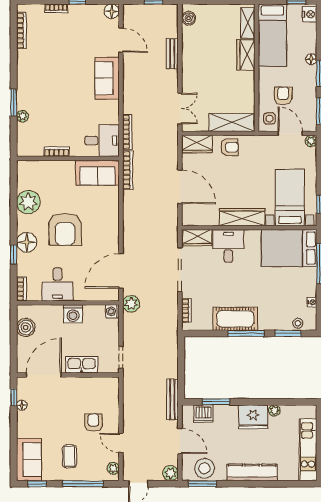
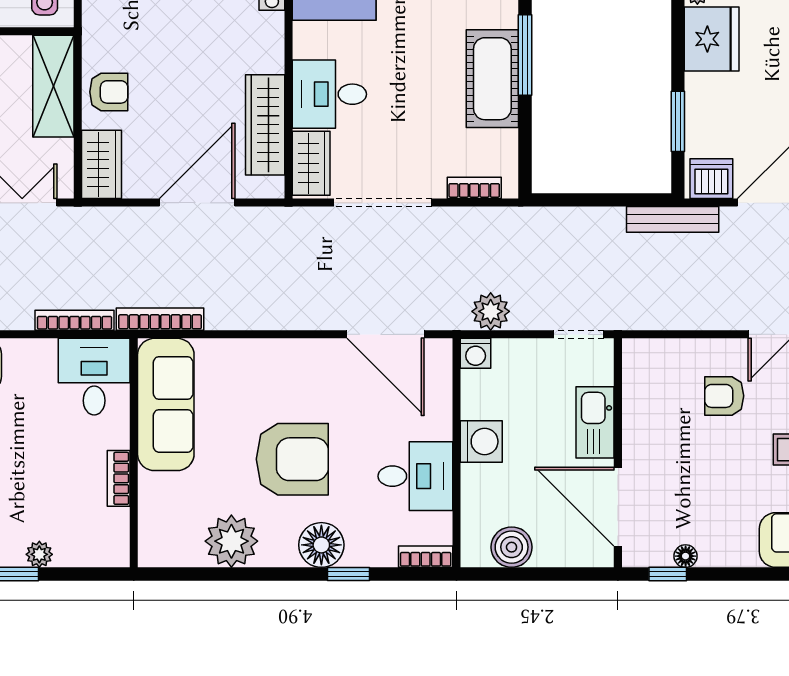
armchair: (229, 147) -> (109, 92), turned 90
sofa: (97, 173) -> (166, 404), width x1.36
wardrobe: (242, 217) -> (265, 125), moved
plant: (131, 304) -> (491, 311), moved
dishwasher: (204, 414) -> (711, 179), moved, turned -90

